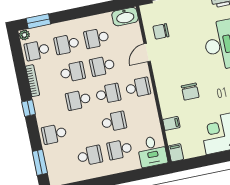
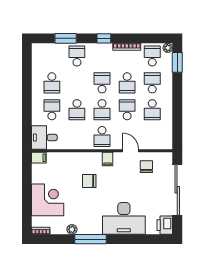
washbasin: (125, 17) -> (166, 138), removed
school desk: (97, 38) -> (152, 110), turned 180
filing cabinet: (171, 123) -> (108, 159), moved
window: (40, 162) -> (66, 38), moved

